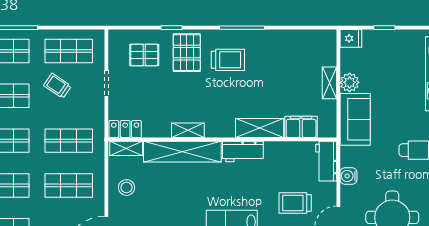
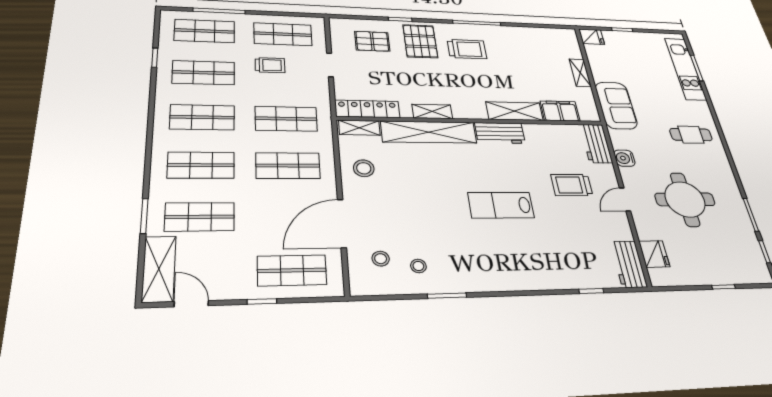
plant: (350, 82) -> (601, 73), removed
trolley: (57, 86) -> (270, 65), turned 146
locker: (125, 129) -> (367, 109), width x1.53

